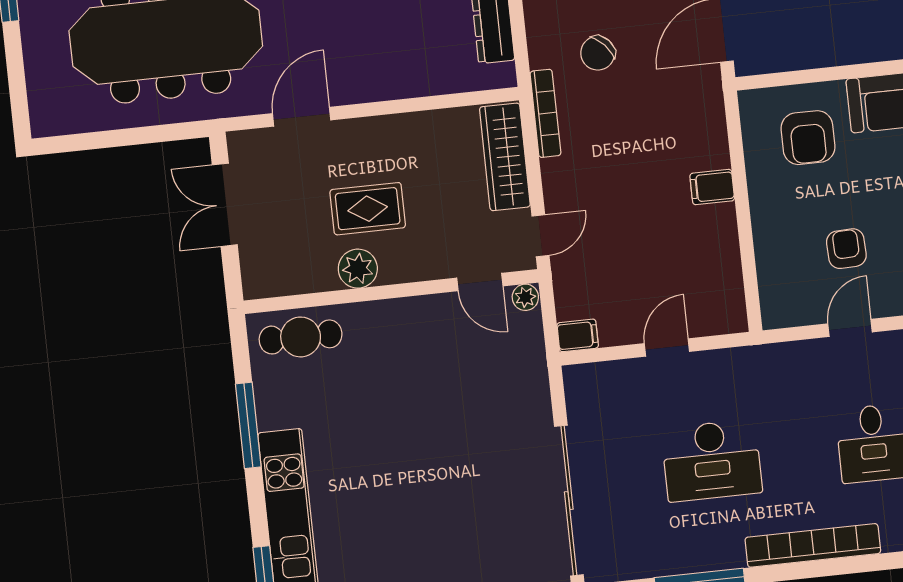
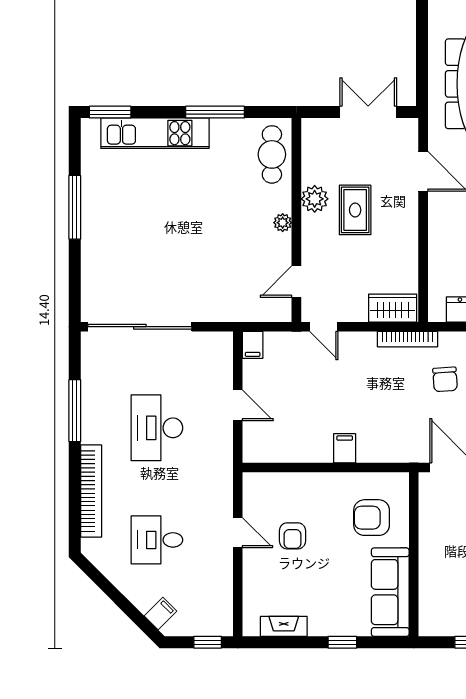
chair: (598, 53) -> (445, 379), turned -142
wardrobe: (505, 157) -> (393, 308), width x0.67
armchair: (846, 249) -> (292, 536), turned 92
plant: (525, 297) -> (283, 223), moved

